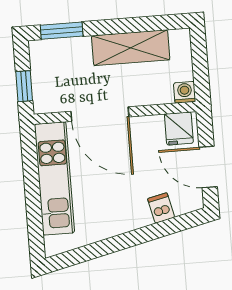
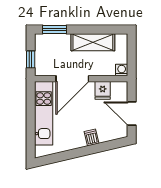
door: (100, 114) -> (72, 79), hinge flipped
fridge: (179, 129) -> (103, 90), moved
dishwasher: (161, 208) -> (92, 137), moved

